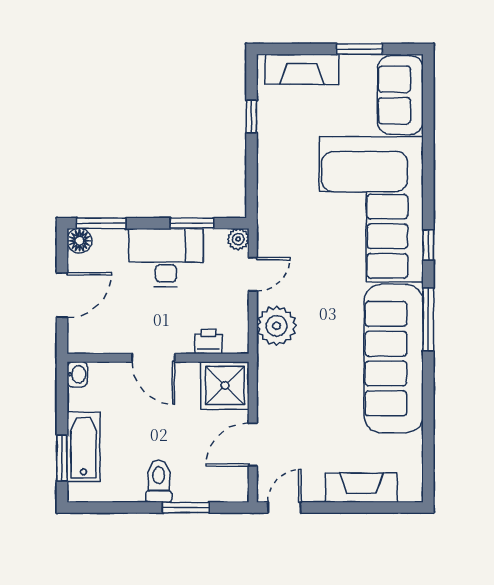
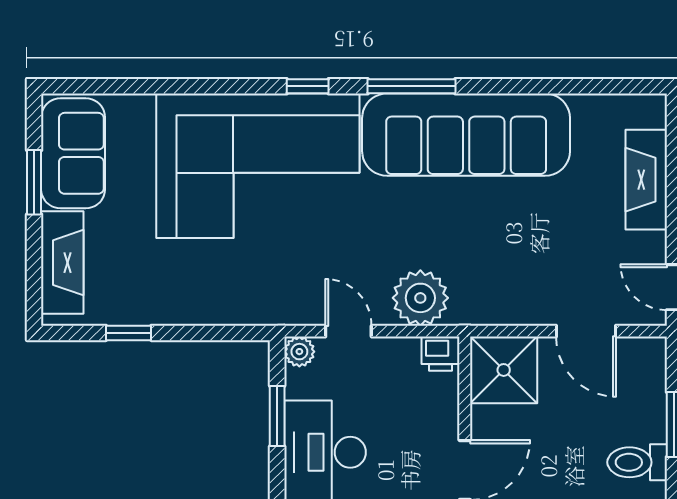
sofa: (400, 95) -> (73, 153), moved, turned -90
printer: (208, 341) -> (441, 354), moved, turned -90

